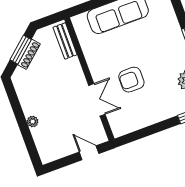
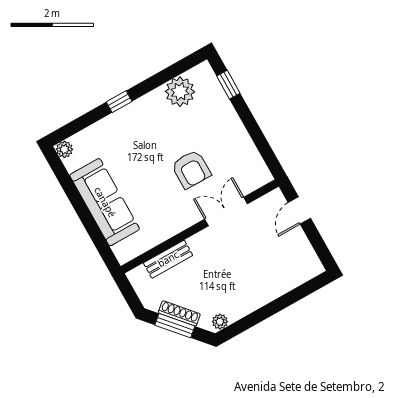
bench: (65, 41) -> (168, 259), moved
plant: (33, 121) -> (220, 322), moved

